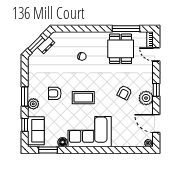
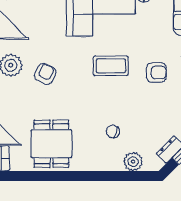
window: (126, 29) -> (43, 176), removed
plant: (69, 38) -> (133, 162), added

